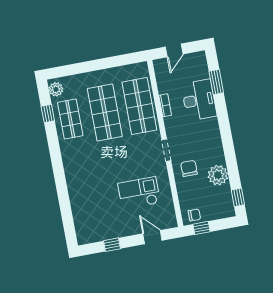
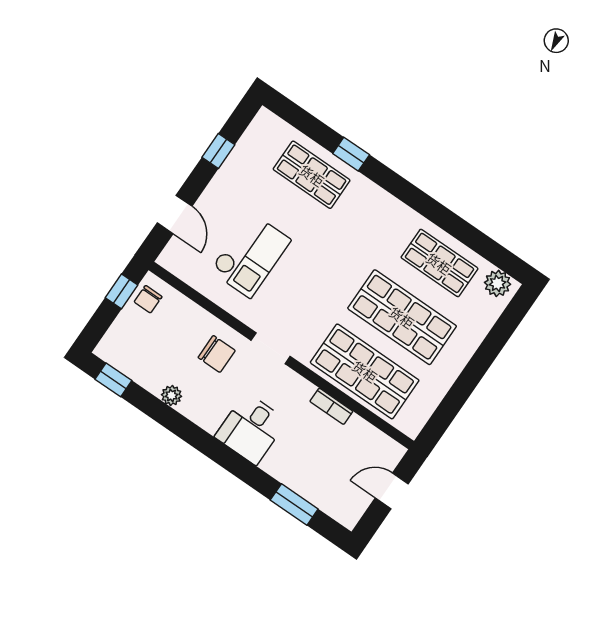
door: (174, 50) -> (392, 491), hinge flipped
desk: (199, 100) -> (251, 429), moved, width x0.73
window: (48, 113) -> (351, 154), moved
plant: (218, 175) -> (171, 395), width x0.53, depth x0.53
shop shelf: (85, 201) -> (312, 175), added
door: (152, 237) -> (175, 215), hinge flipped

